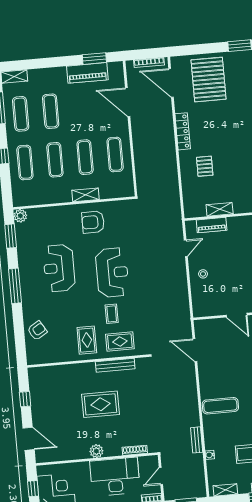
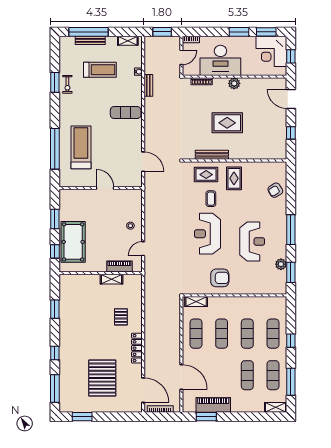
pallet: (209, 80) -> (102, 378), moved
shelving: (86, 195) -> (196, 302), moved
plant: (20, 216) -> (281, 264), moved

